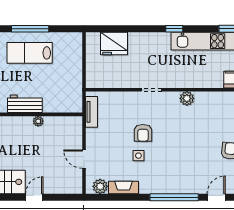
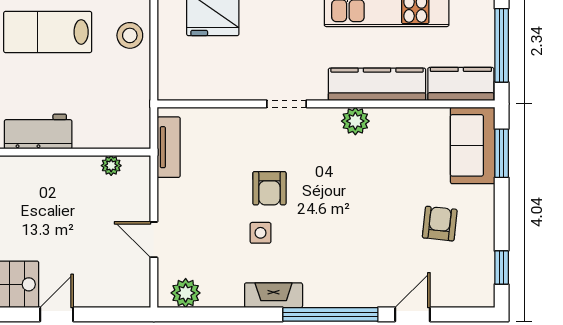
stool: (72, 55) -> (130, 35), added
kitchen counter: (198, 80) -> (377, 84), added
plant: (38, 121) -> (111, 166), moved
fireplace: (124, 188) -> (274, 295), moved

